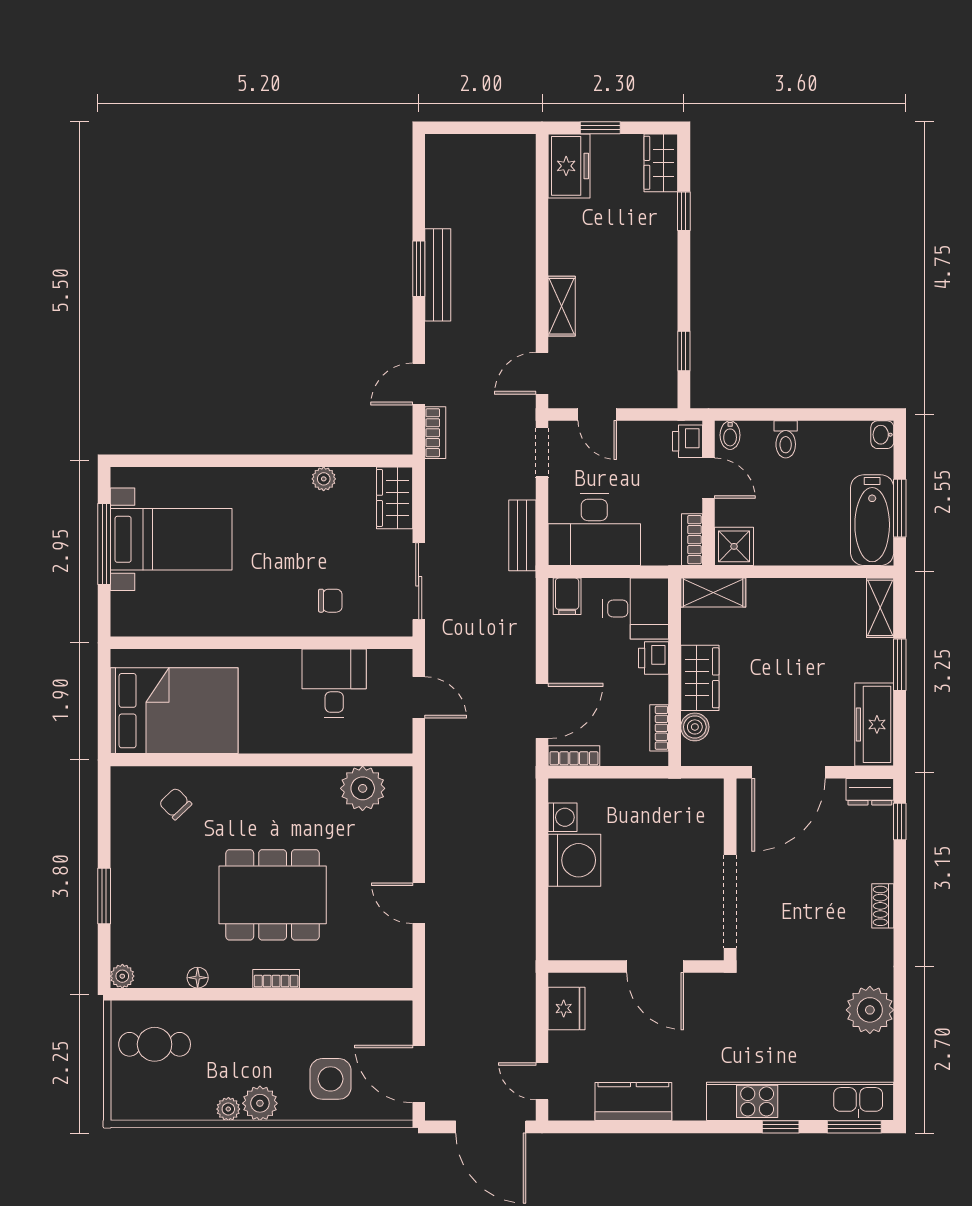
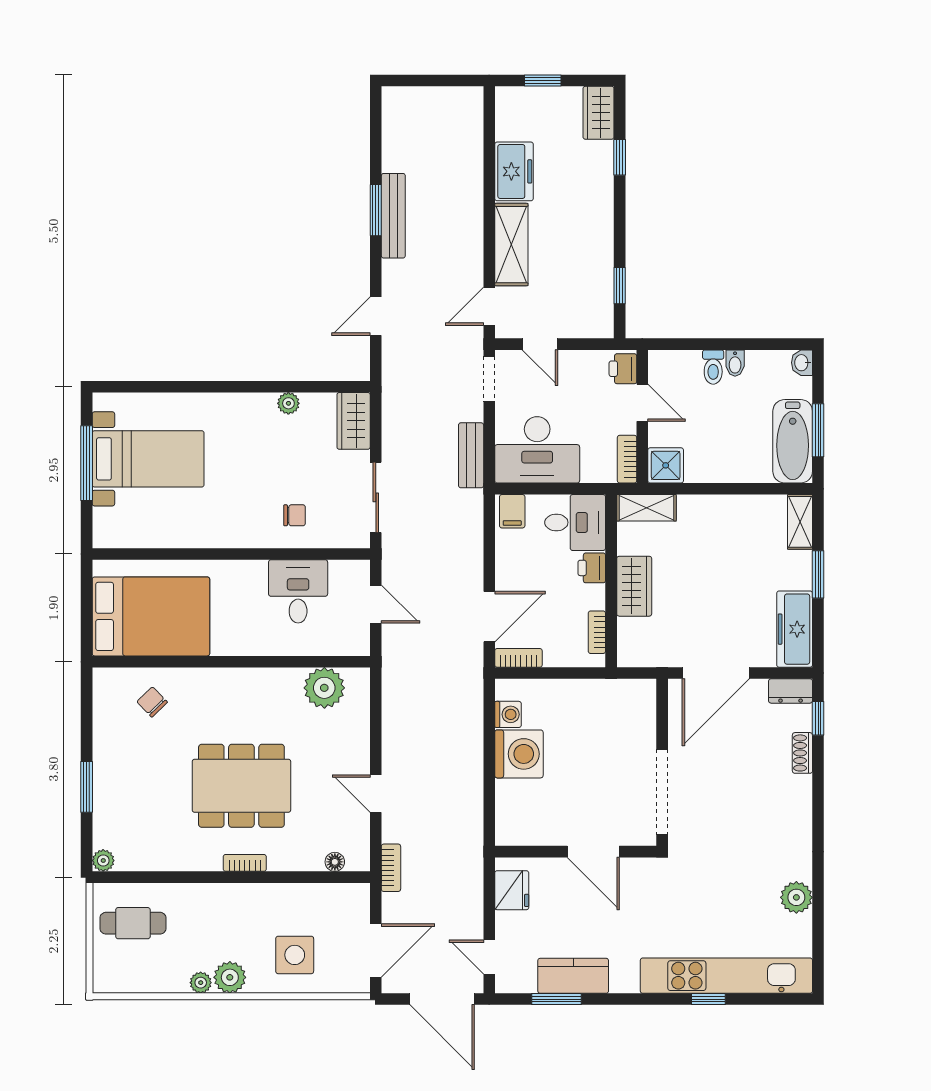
freezer: (569, 166) -> (514, 171), moved
shelving: (562, 306) -> (511, 245), width x1.50, depth x1.33
bookcase: (435, 433) -> (391, 868), moved
bidet: (730, 435) -> (735, 363), moved
boiler: (695, 727) -> (630, 631), removed
shoe rack: (883, 906) -> (802, 753), moved
floor lamp: (198, 978) -> (335, 862), moved
plant: (870, 1010) -> (796, 897), width x0.73, depth x0.73
door: (419, 1074) -> (376, 950), swing flipped
window: (854, 1127) -> (557, 999), moved

